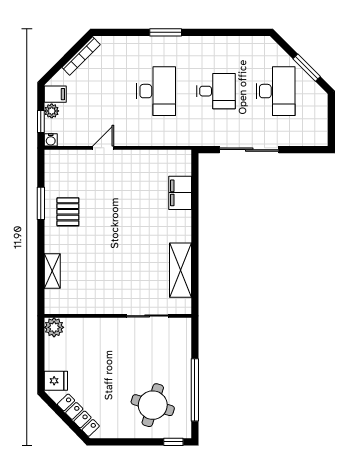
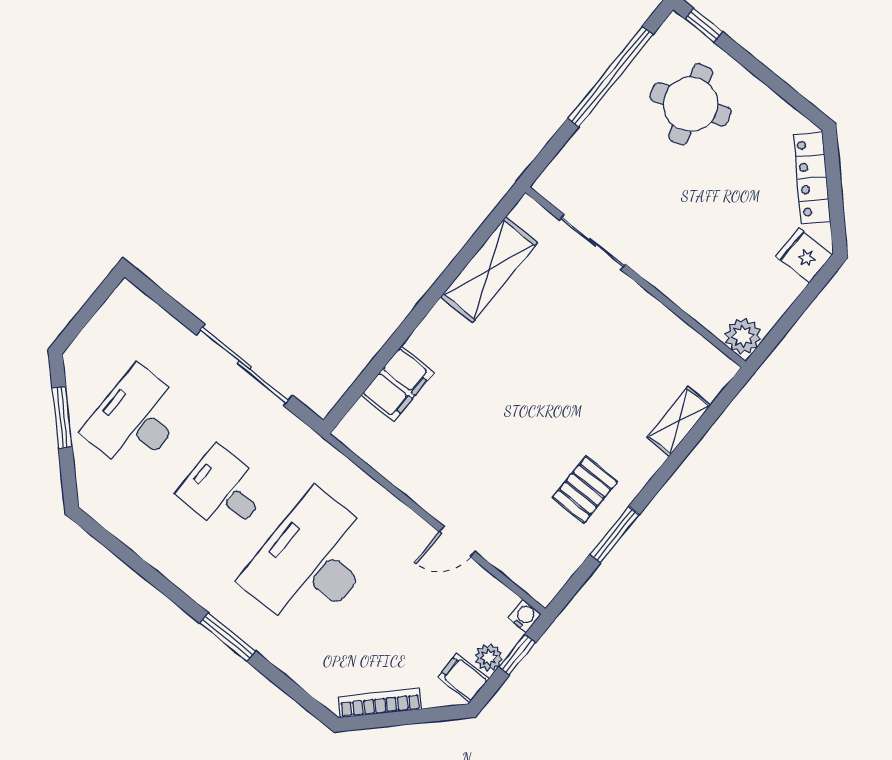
desk: (156, 91) -> (311, 562), width x1.36, depth x1.30
round table: (153, 405) -> (691, 104), turned -36

